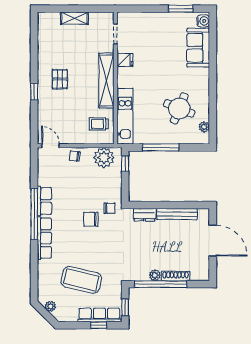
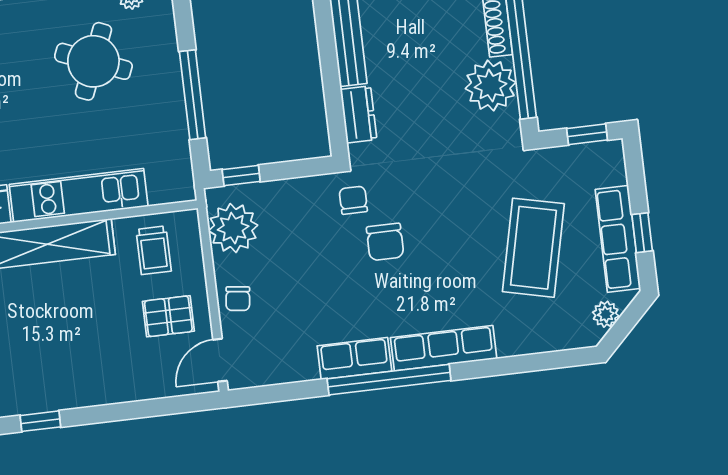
pallet: (60, 79) -> (168, 316), moved
window: (34, 91) -> (40, 421), moved
kitchen unit: (125, 116) -> (79, 195), moved
plant: (155, 275) -> (491, 86), width x1.87, depth x1.87
row of seats: (99, 315) -> (618, 239), moved
window: (99, 325) -> (642, 233), moved

